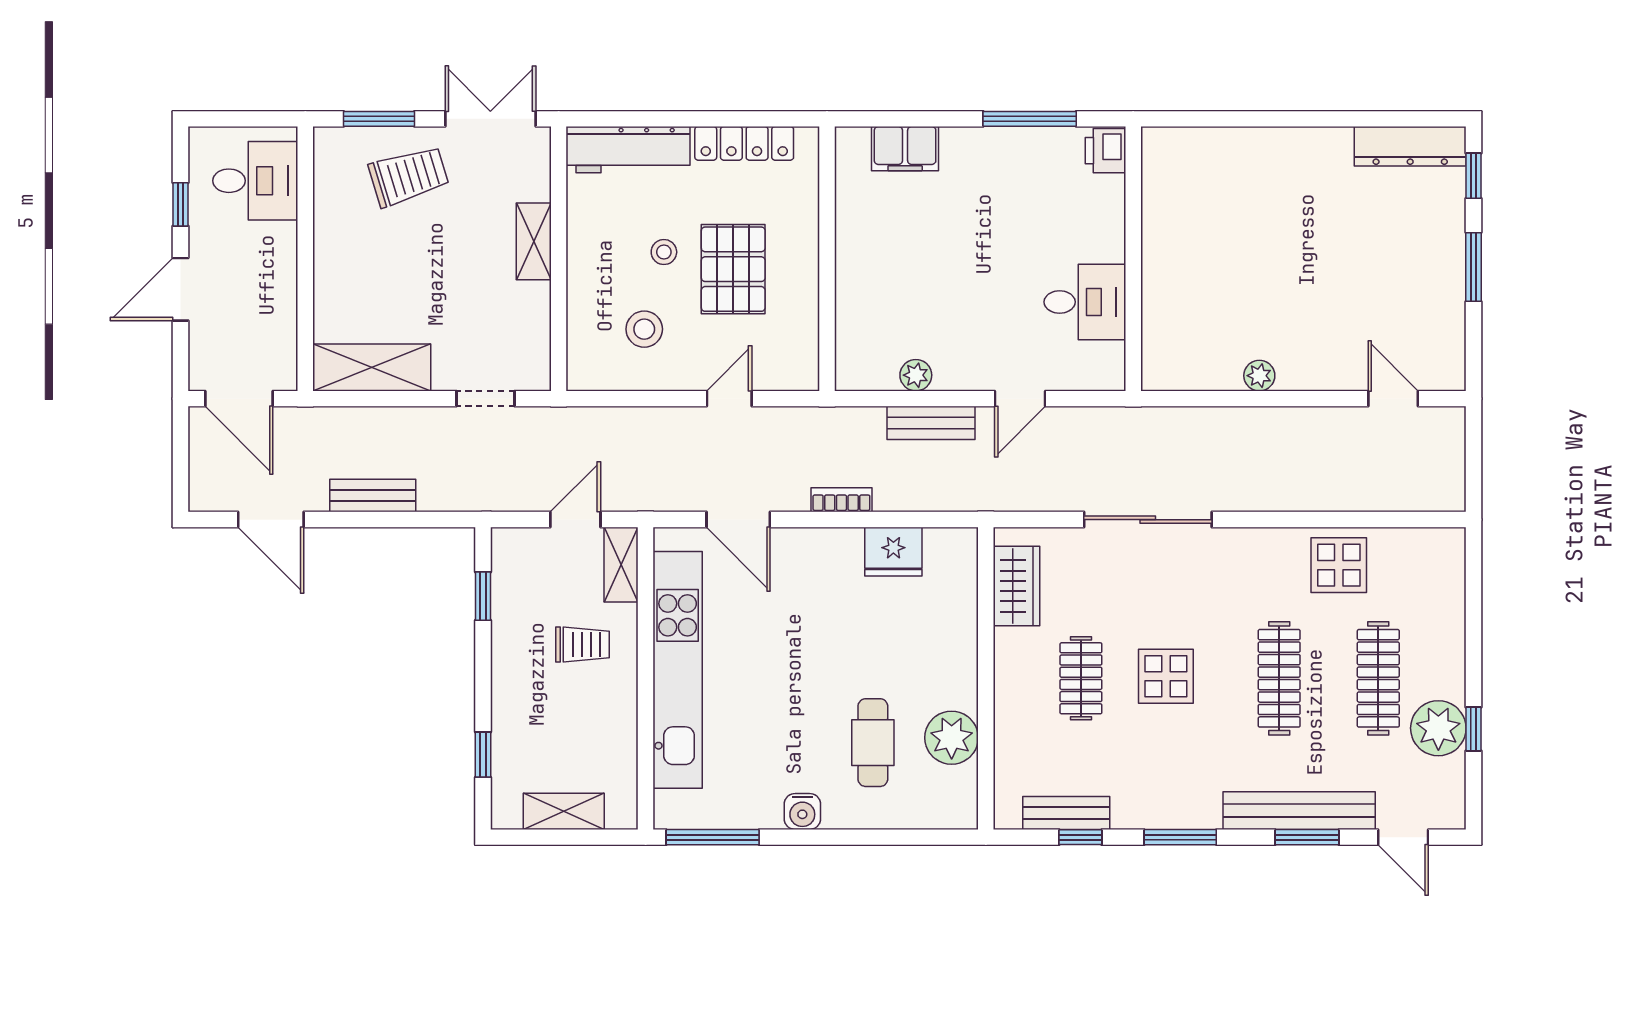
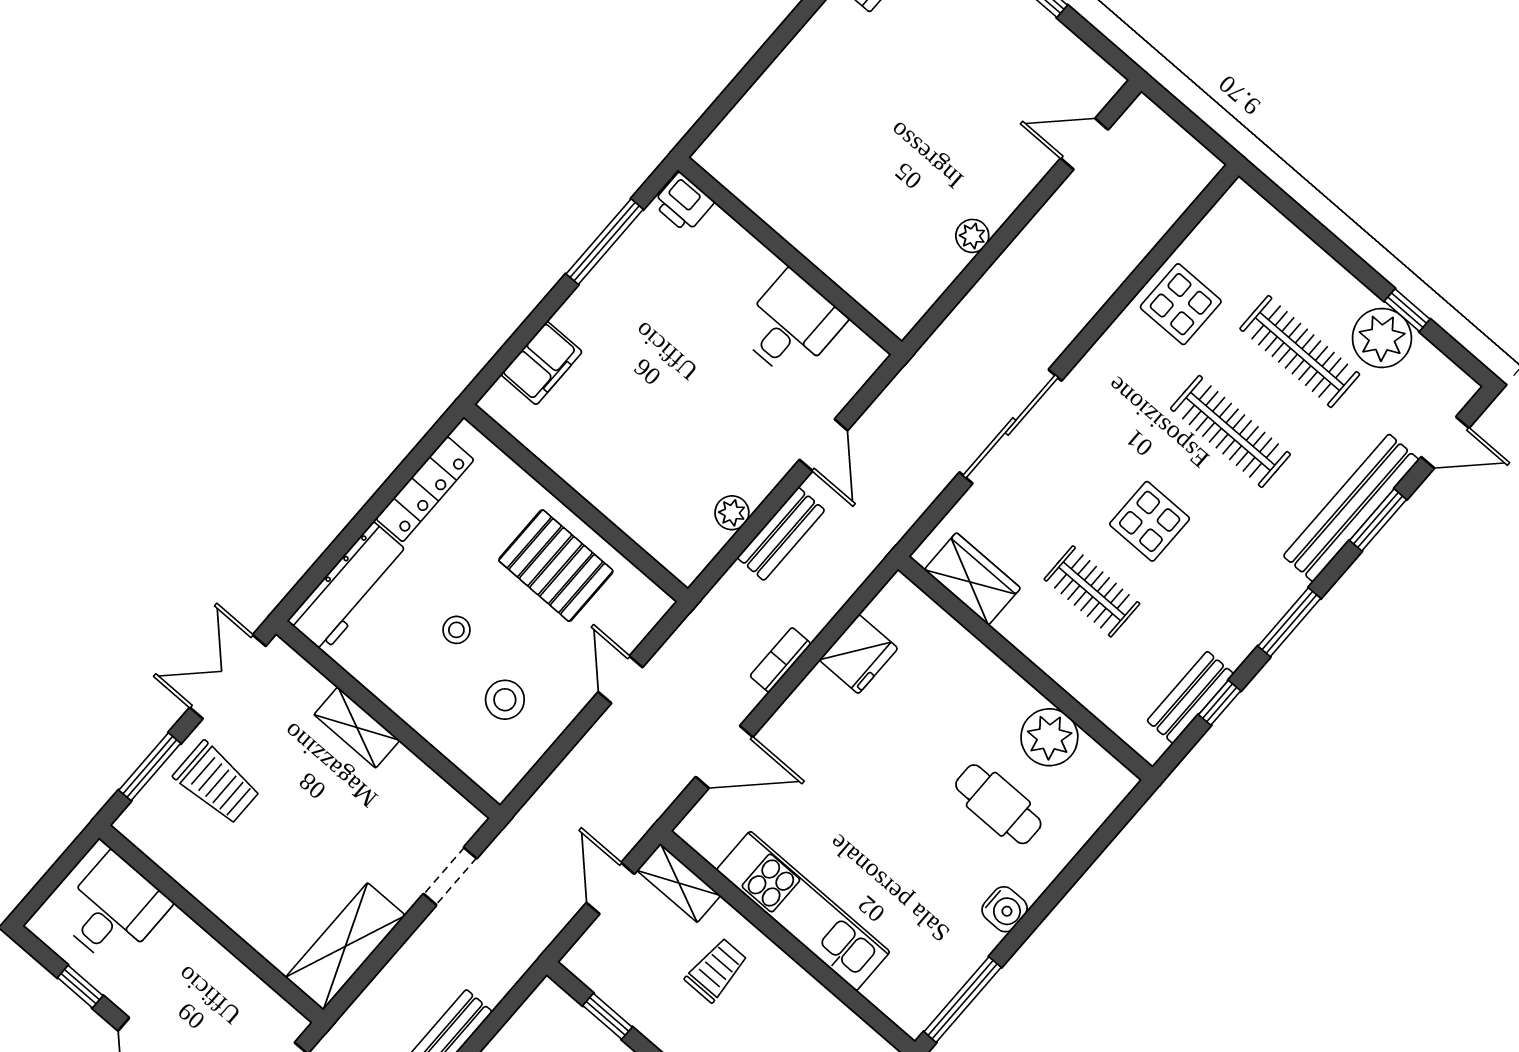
trolley: (409, 176) -> (217, 783), turned 107
pallet: (733, 269) -> (556, 566), moved
kitchen unit: (678, 670) -> (803, 911), width x0.73

